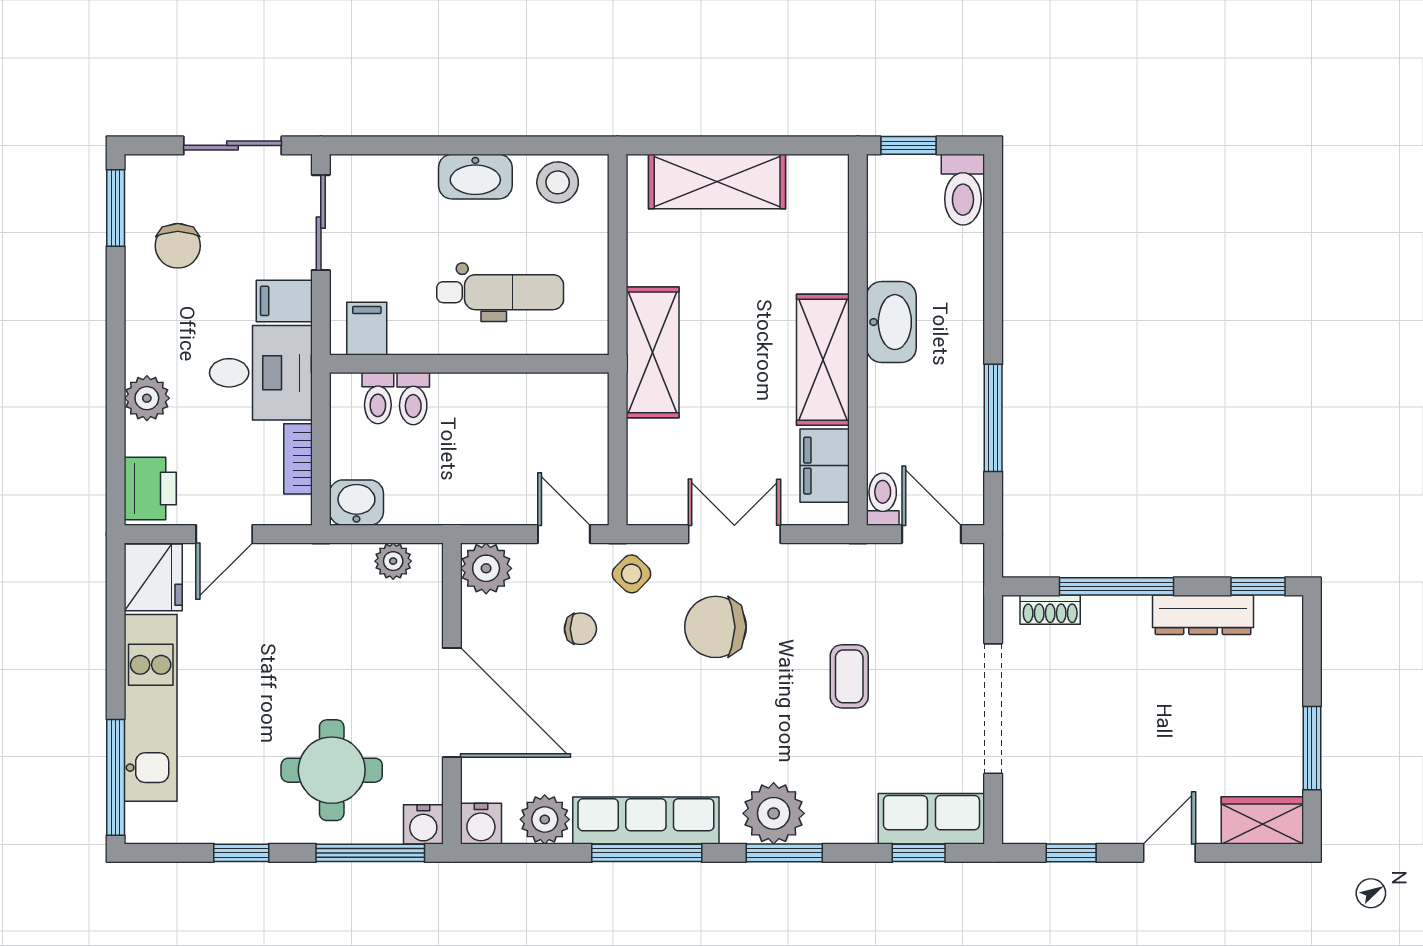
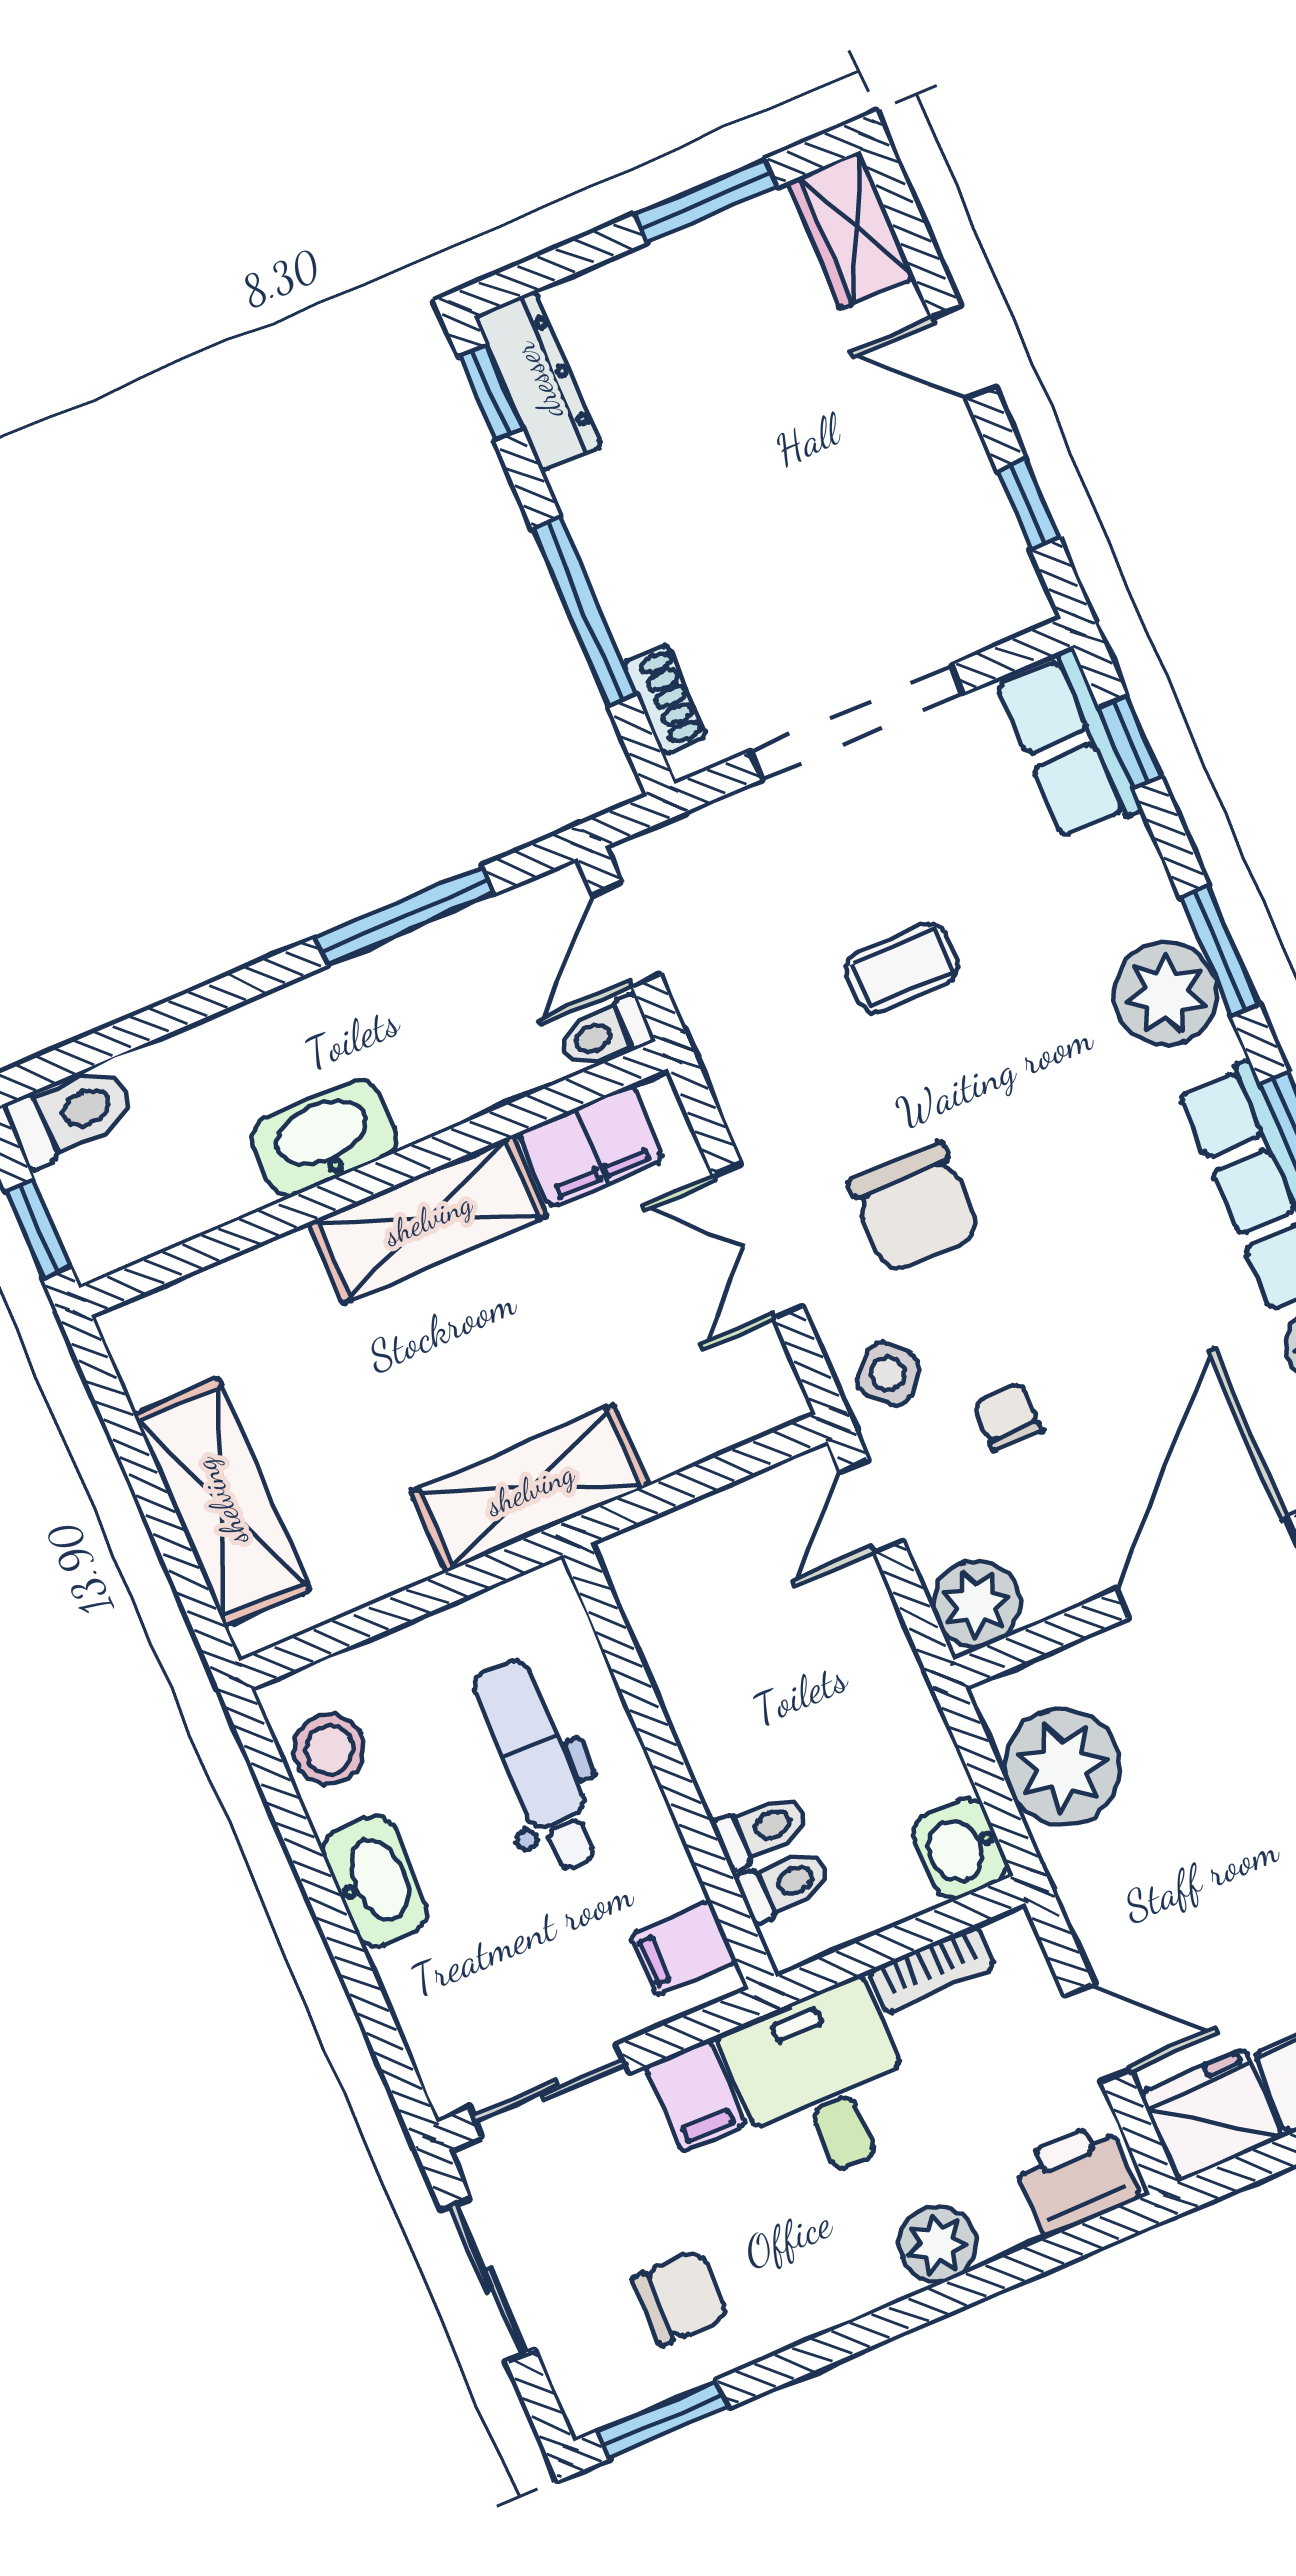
plant: (393, 561) -> (1062, 1767), width x1.88, depth x1.88
dresser: (1203, 615) -> (538, 381), moved

